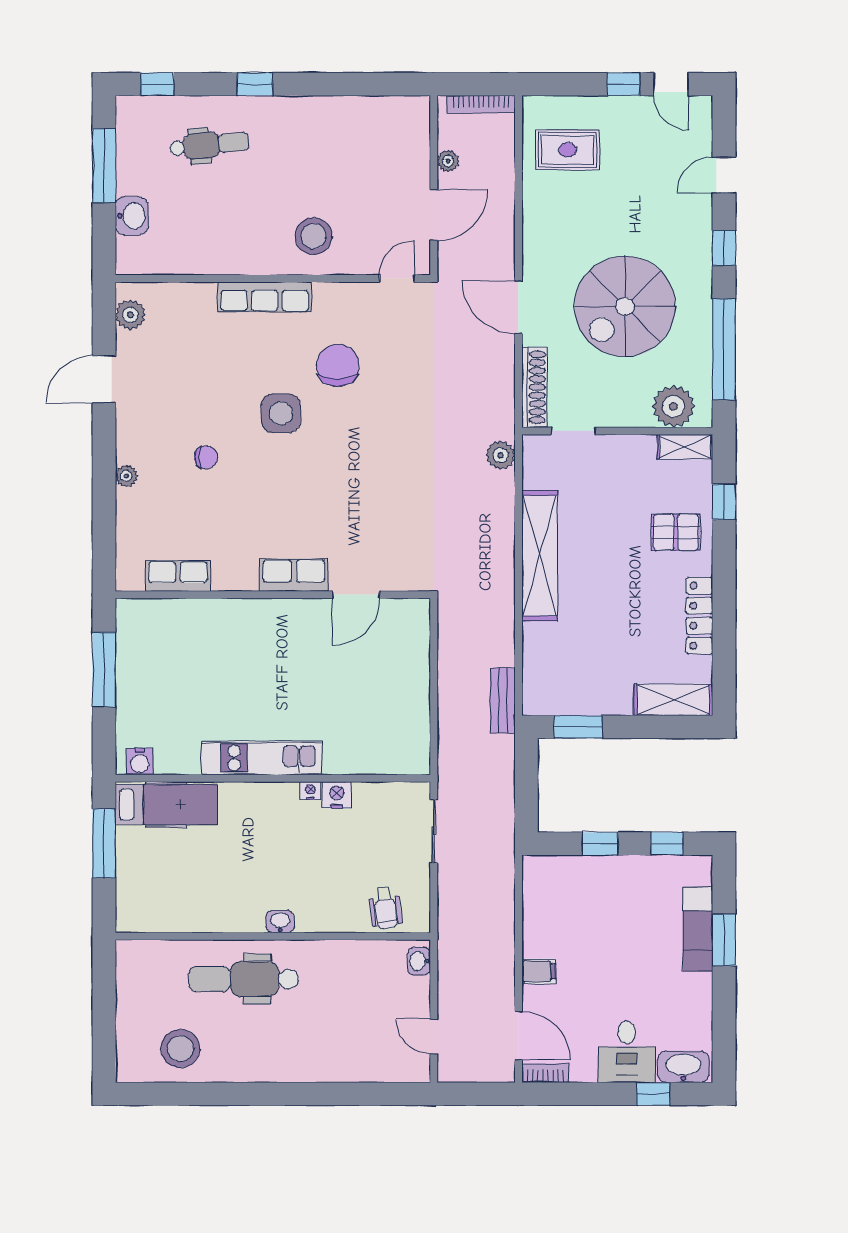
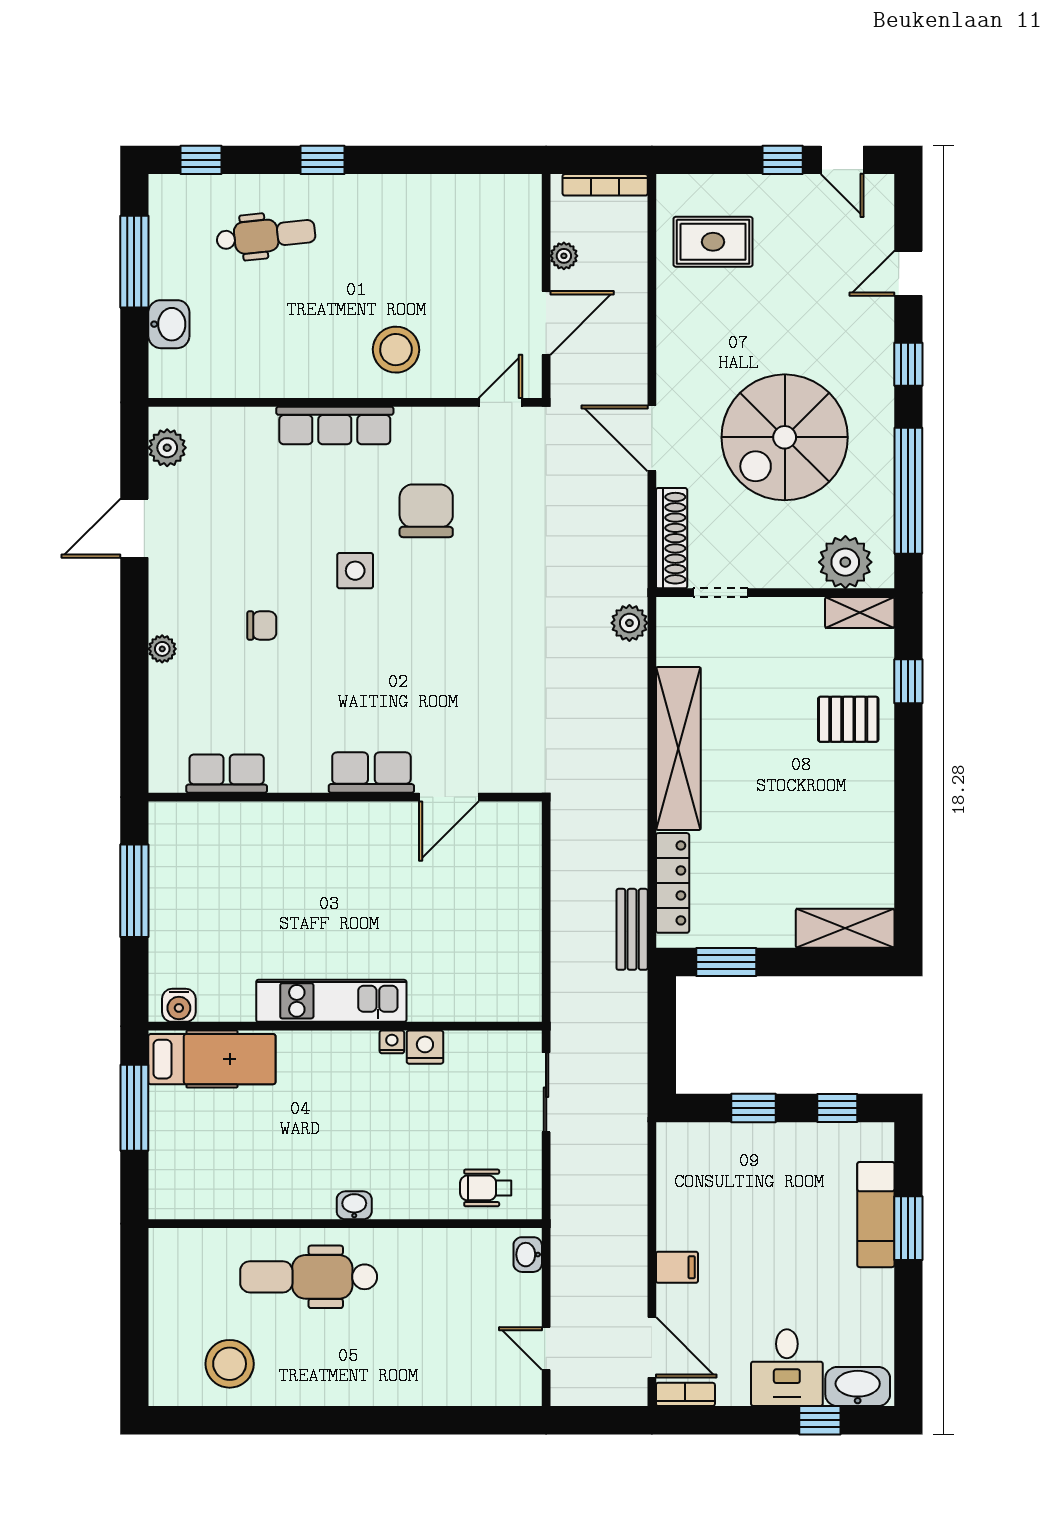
side table: (281, 413) -> (355, 571), width x0.73, depth x0.73
locker: (699, 616) -> (673, 883), moved, turned 180
wheelchair: (385, 908) -> (486, 1188), turned 97

